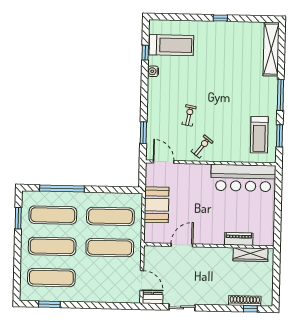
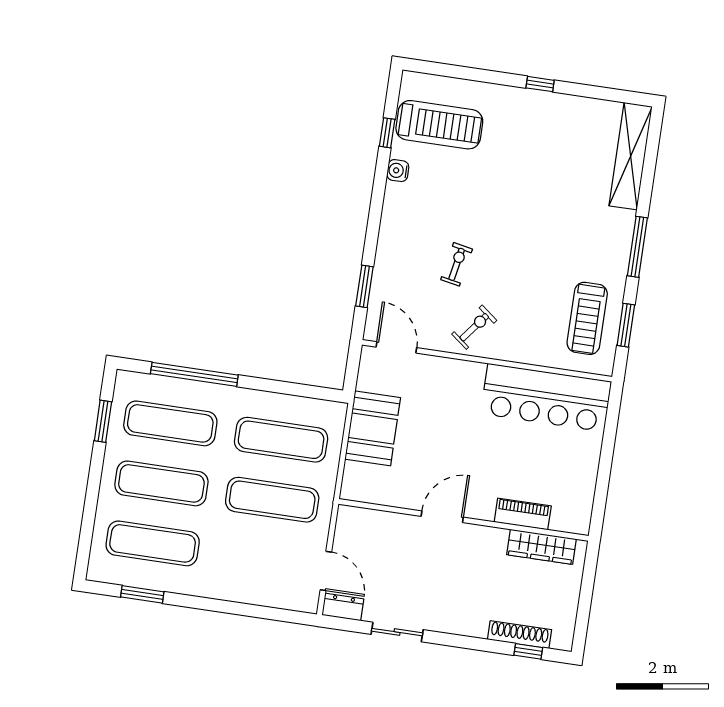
door: (182, 245) -> (442, 517), moved

